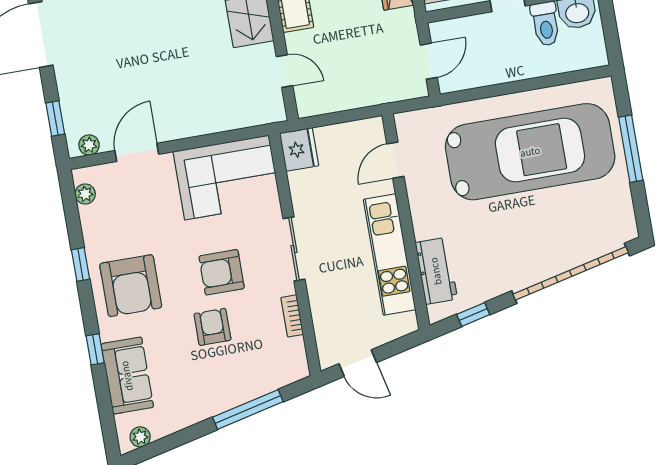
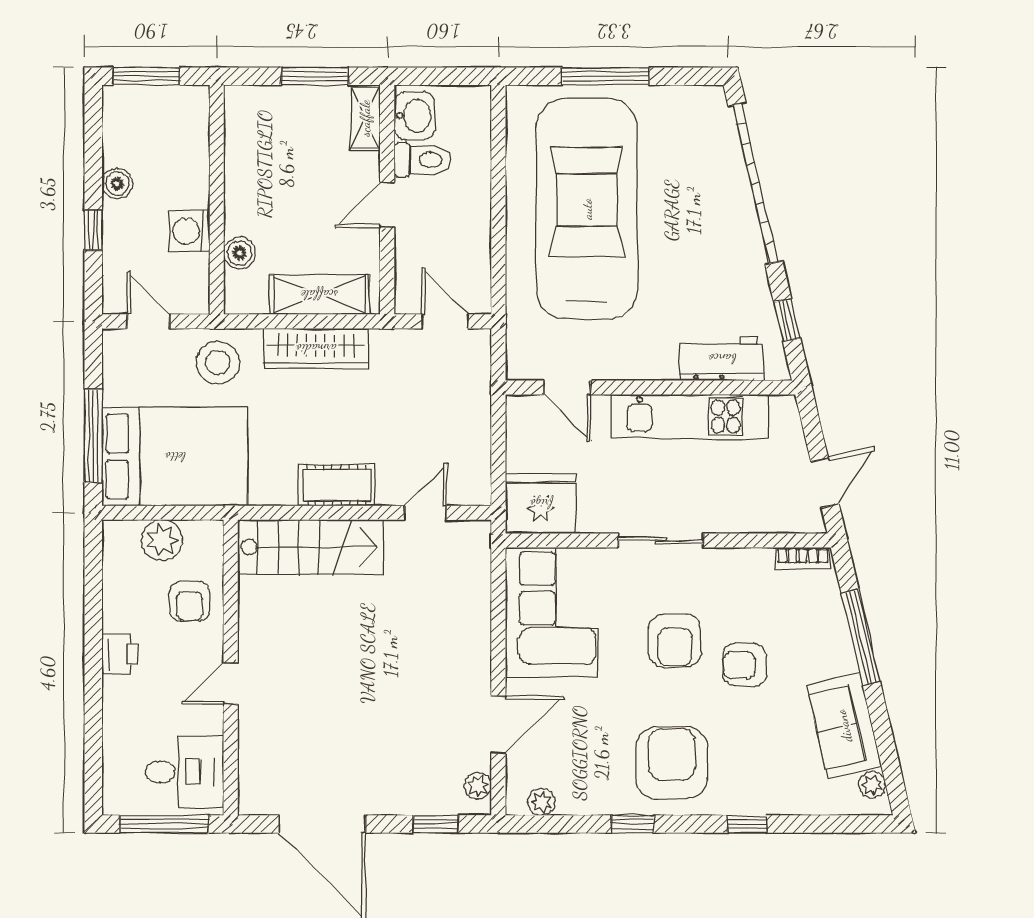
fridge: (299, 149) -> (541, 504), width x1.36, depth x1.34
door: (137, 152) -> (498, 725), swing flipped
armchair: (131, 286) -> (672, 763), turned -90
bookcase: (292, 316) -> (803, 558), moved
sofa: (127, 376) -> (844, 726), moved, turned -103

